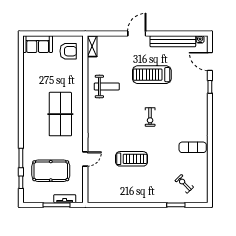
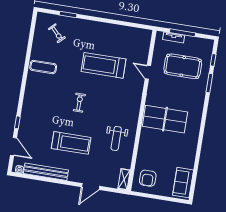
door: (137, 34) -> (91, 186), moved
sofa: (38, 44) -> (183, 183), moved, turned -90
armchair: (68, 51) -> (148, 178), turned -90
weight bench: (107, 86) -> (116, 138), turned -90
table tennis table: (60, 114) -> (165, 119), turned 90
door: (85, 159) -> (148, 72), hinge flipped
treadmill: (132, 159) -> (104, 65), width x1.37, depth x1.38

